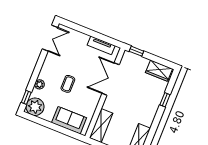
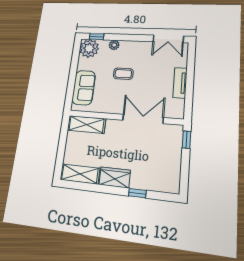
tv unit: (101, 45) -> (180, 83), moved
wardrobe: (159, 71) -> (115, 177), moved, turned 90

